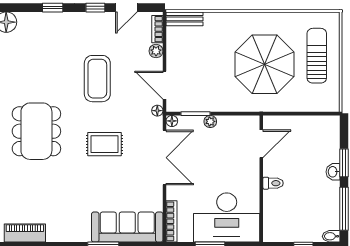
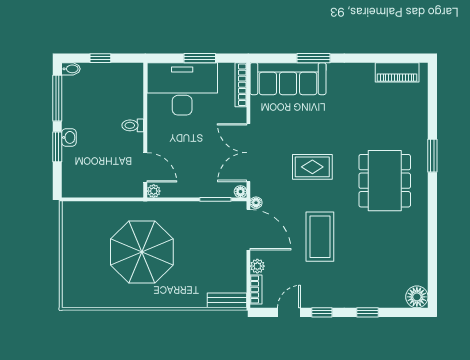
sun lounger: (317, 56) -> (86, 261), removed
door: (164, 85) -> (248, 230), width x1.36
plant: (210, 121) -> (154, 191), moved
door: (261, 144) -> (145, 167), swing flipped

